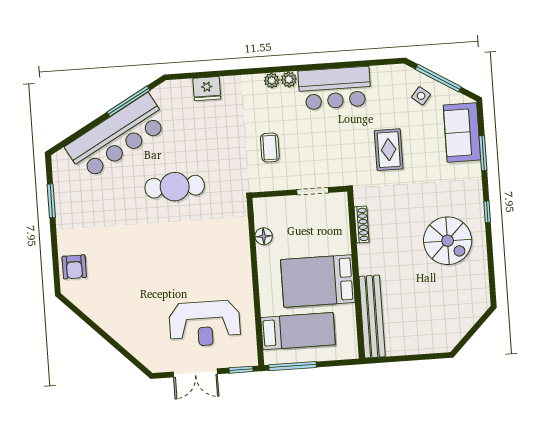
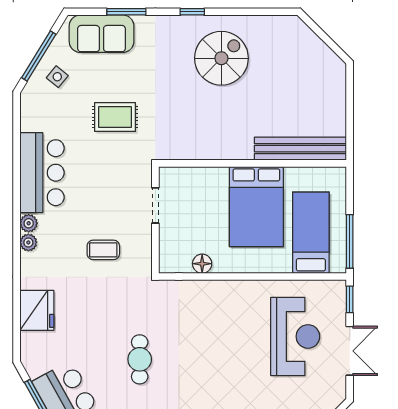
fridge: (207, 89) -> (37, 310), width x1.36, depth x1.34
cafe table: (175, 187) -> (140, 359), width x0.73, depth x0.74
shoe rack: (362, 225) -> (197, 153), removed

